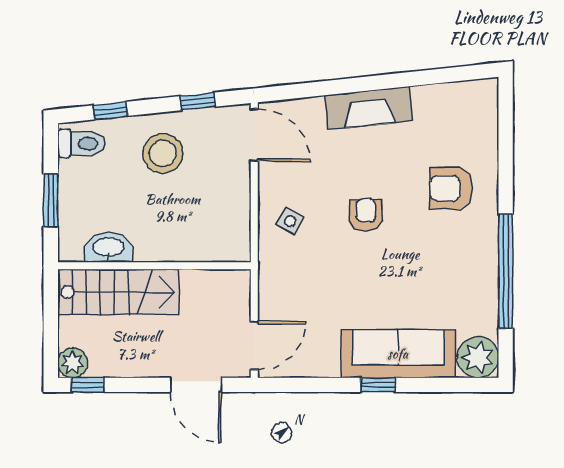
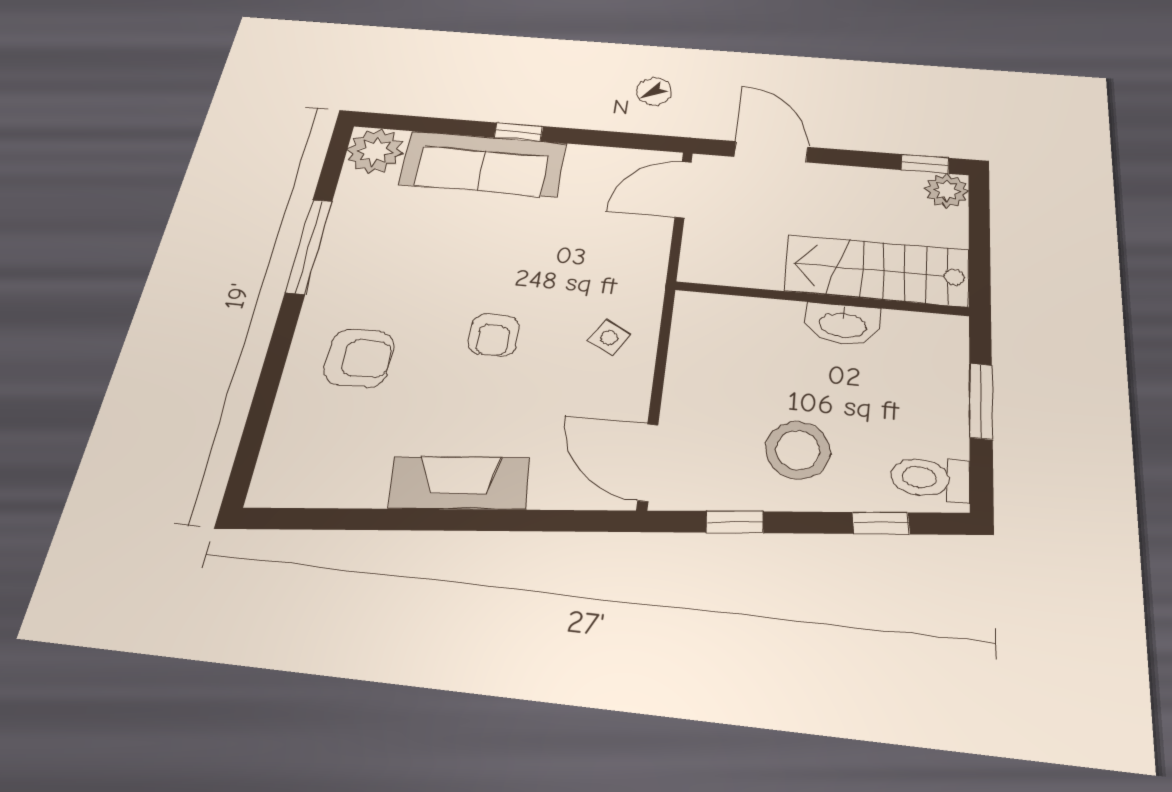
washbasin: (109, 248) -> (843, 324), moved
window: (506, 271) -> (309, 246), width x0.68

